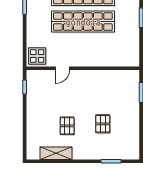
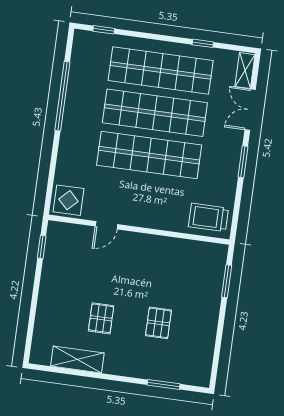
trolley: (125, 55) -> (208, 217), added

